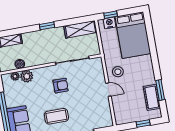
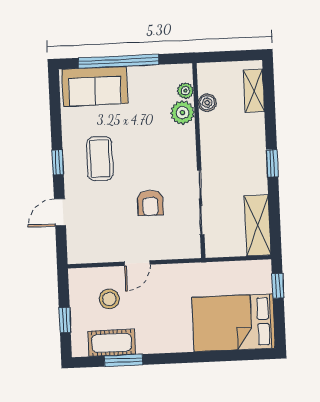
nightstand: (110, 23) -> (262, 282), removed
stool: (118, 72) -> (109, 299), moved
armchair: (61, 86) -> (150, 203), moved

